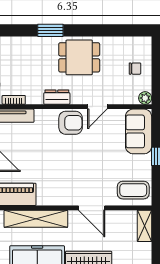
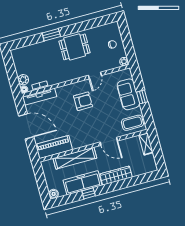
dresser: (57, 97) -> (67, 76), removed
armchair: (71, 123) -> (83, 101), moved
sofa: (139, 131) -> (128, 94), moved

